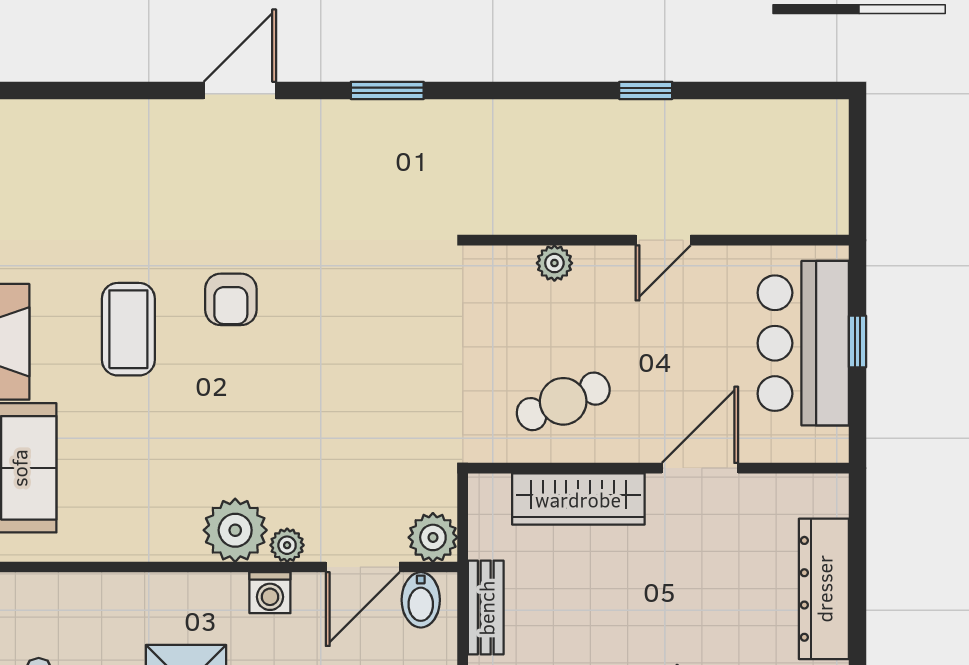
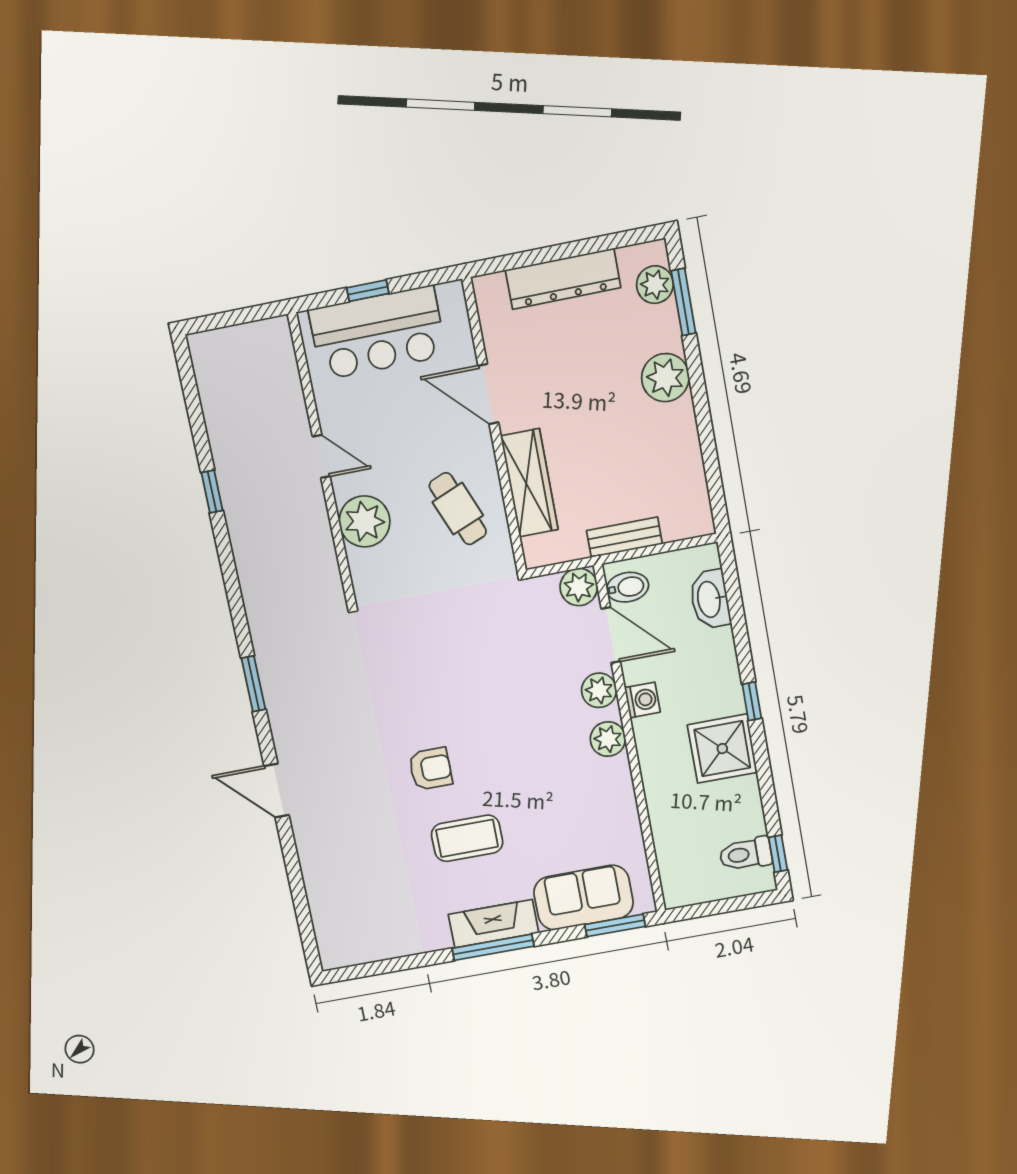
plant: (554, 263) -> (365, 521), width x1.87, depth x1.87
plant: (235, 530) -> (608, 739), width x0.73, depth x0.73
plant: (287, 545) -> (599, 690), width x1.38, depth x1.38

